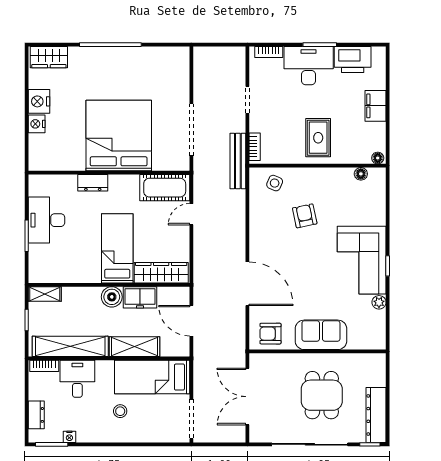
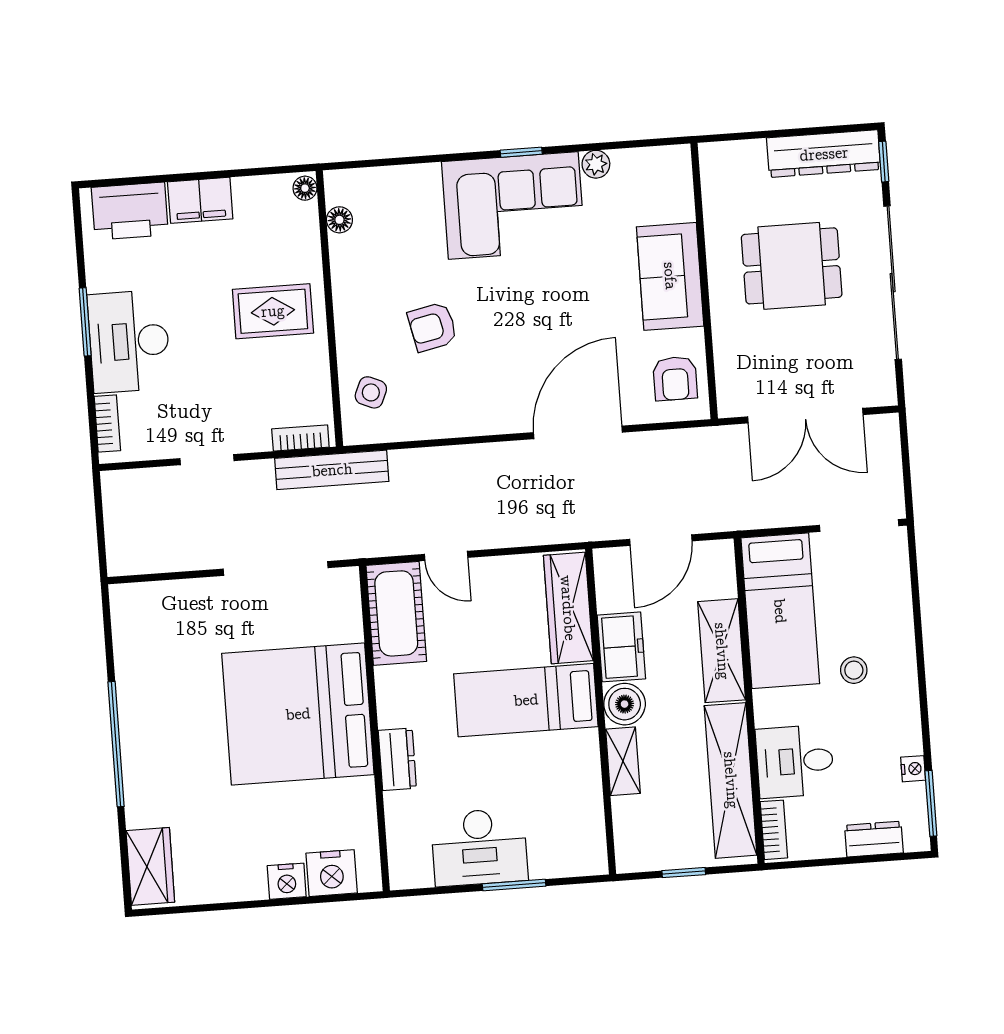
printer: (353, 60) -> (130, 211), moved, turned 90
nightstand: (39, 101) -> (332, 873), moved
shelving: (45, 294) -> (623, 761), moved

